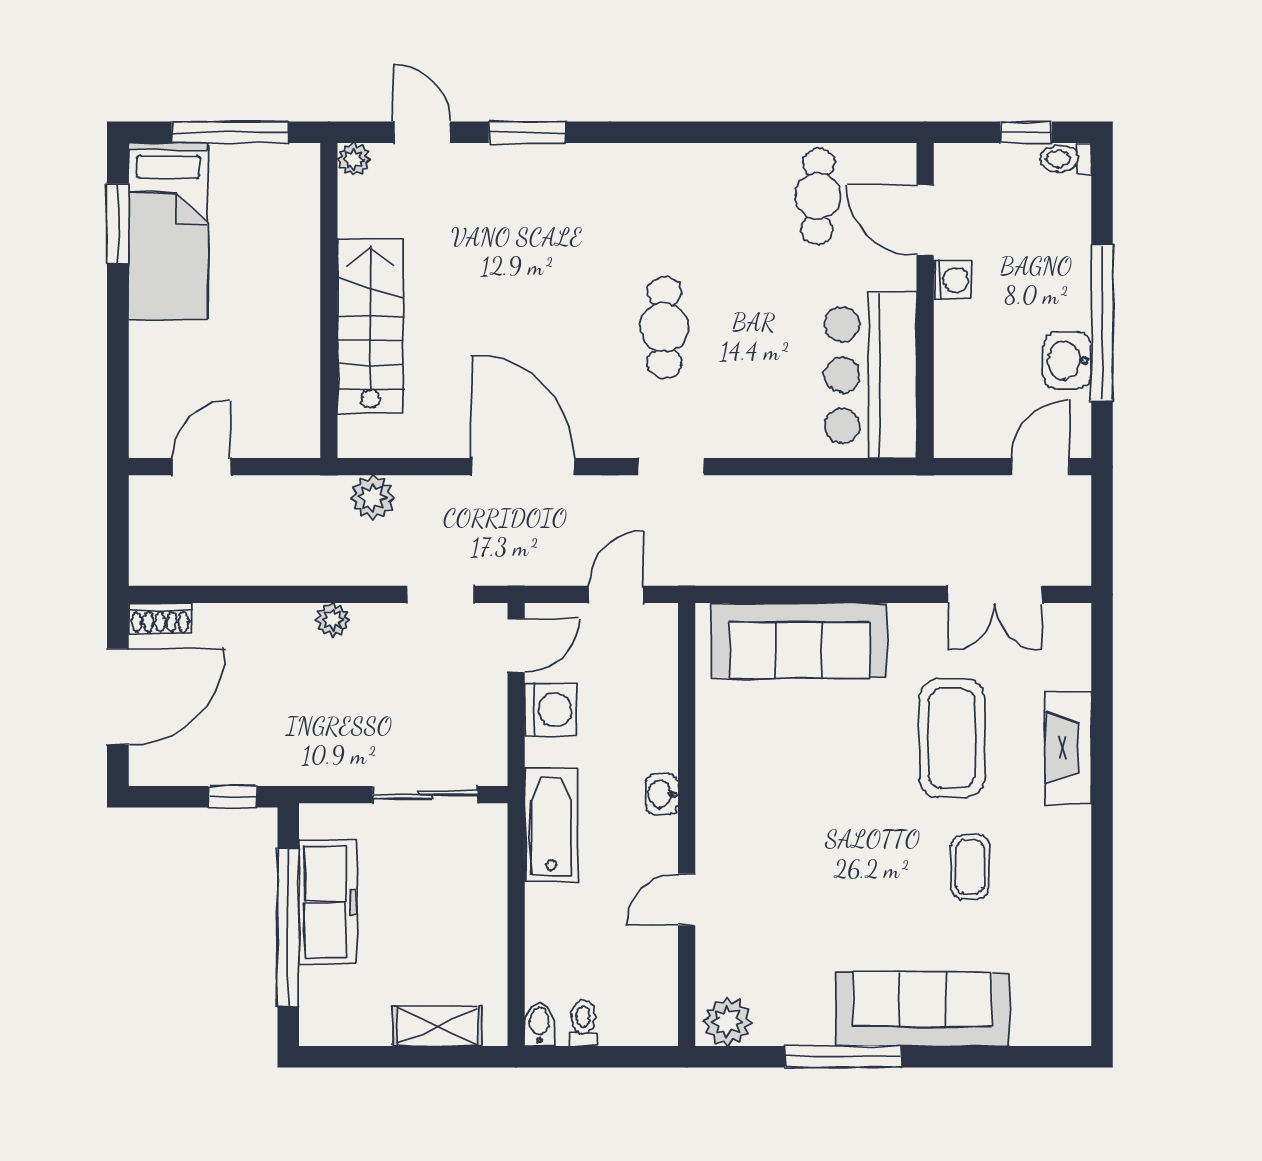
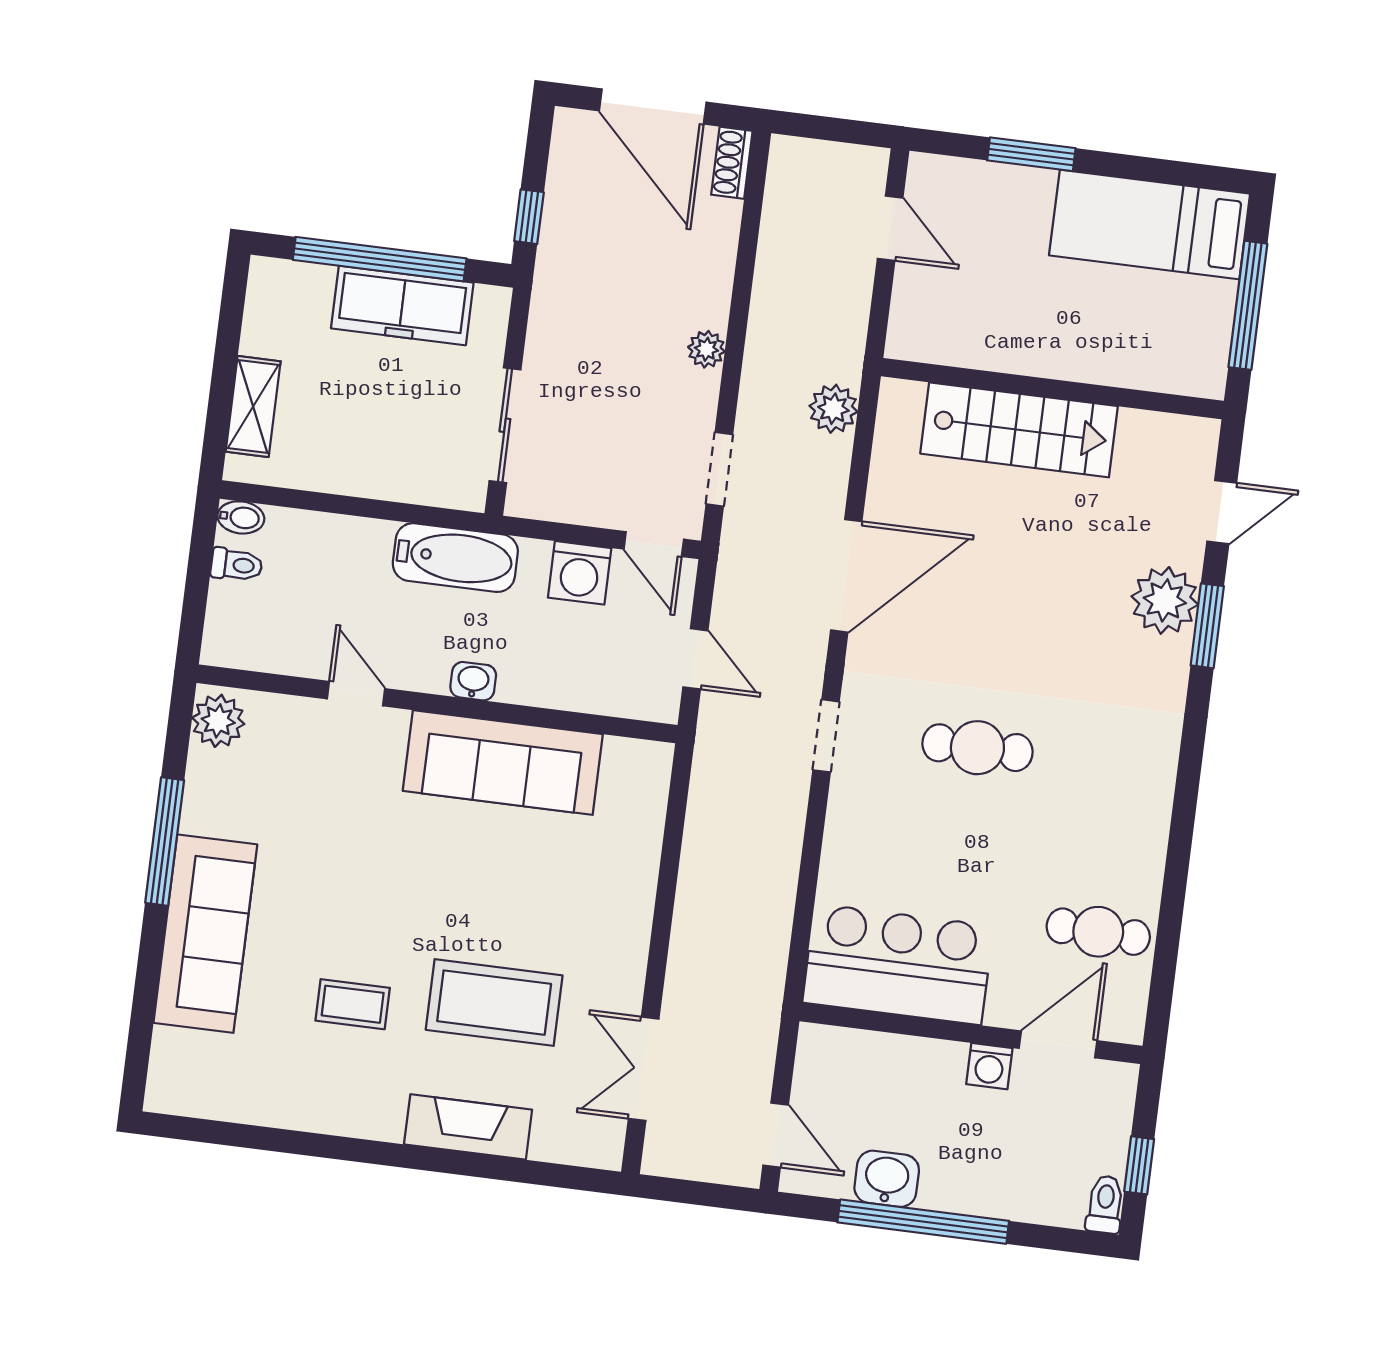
plant: (354, 159) -> (1165, 600), moved, width x1.87, depth x1.87
window: (118, 223) -> (1031, 154), moved
sofa: (799, 640) -> (503, 763), moved, turned -90

